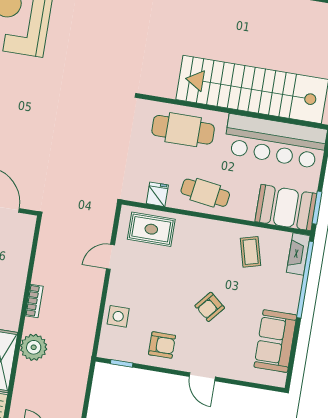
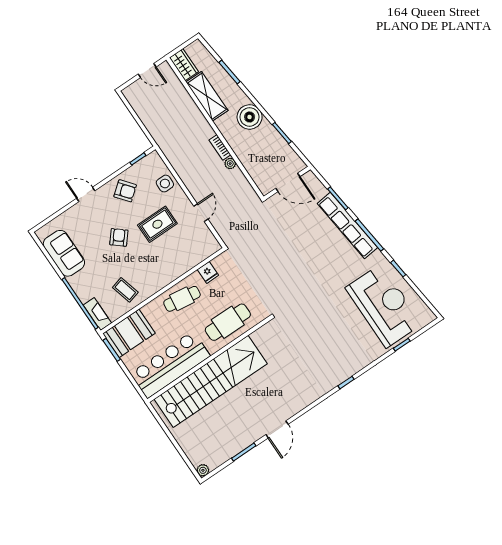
rug: (151, 229) -> (157, 224), moved
armchair: (162, 345) -> (125, 191), turned -129
plant: (34, 347) -> (230, 164), moved, width x0.53, depth x0.53

